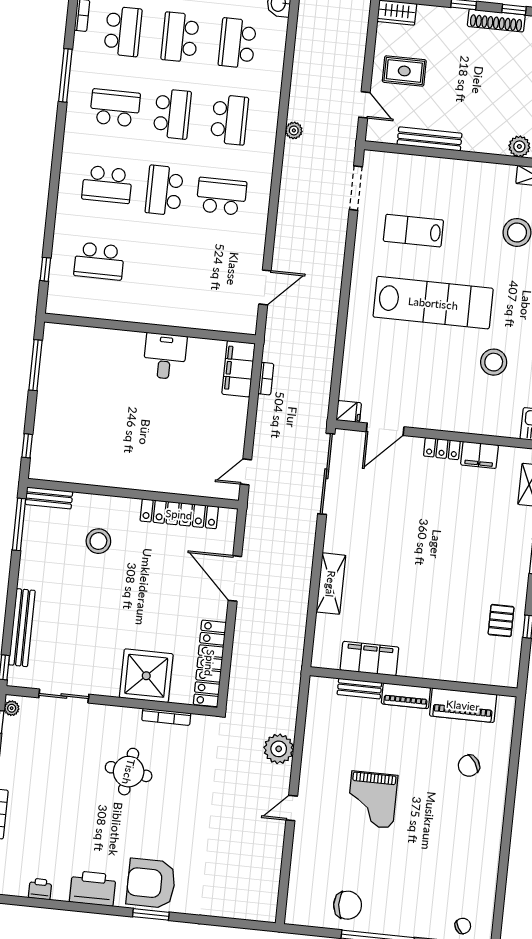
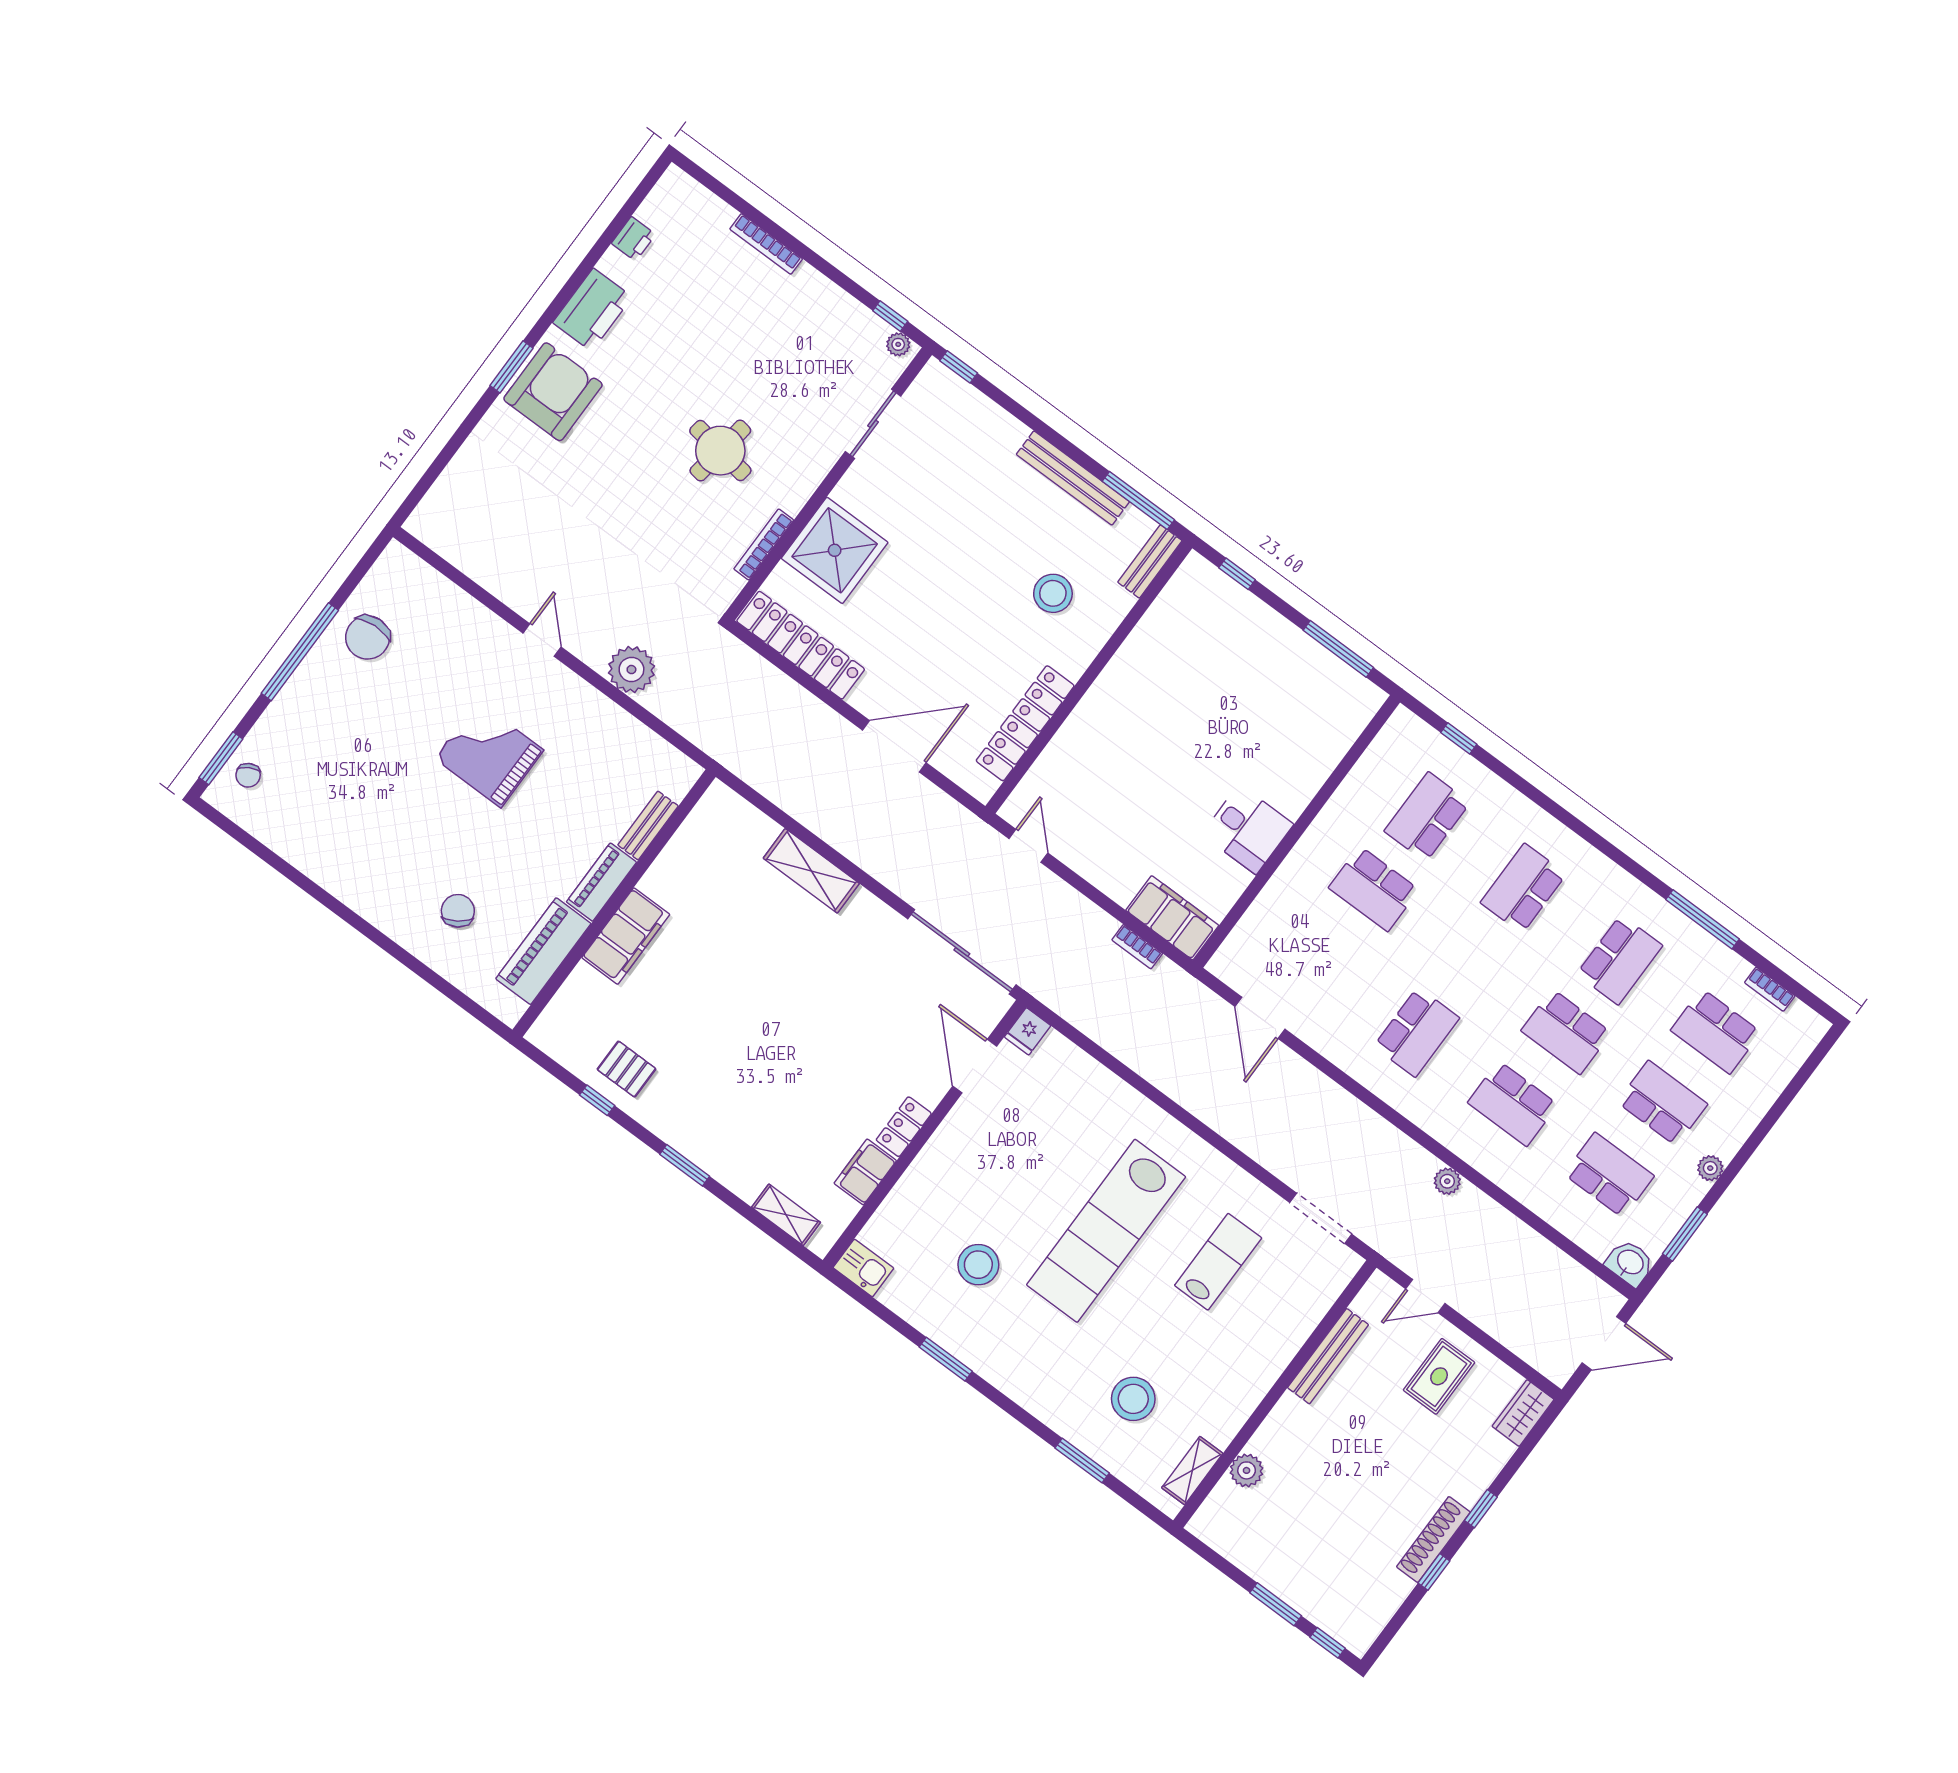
school desk: (164, 190) -> (1374, 889), moved, turned 180
bench: (22, 628) -> (1073, 478), moved
filing cabinet: (369, 659) -> (626, 936), moved

